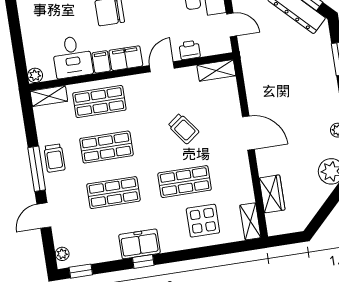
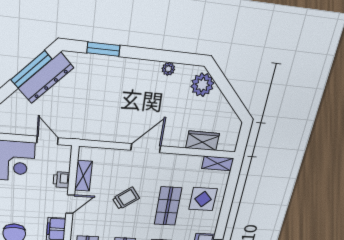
door: (232, 25) -> (47, 140), hinge flipped
door: (162, 67) -> (70, 204), swing flipped
shelving: (216, 70) -> (83, 176), moved

